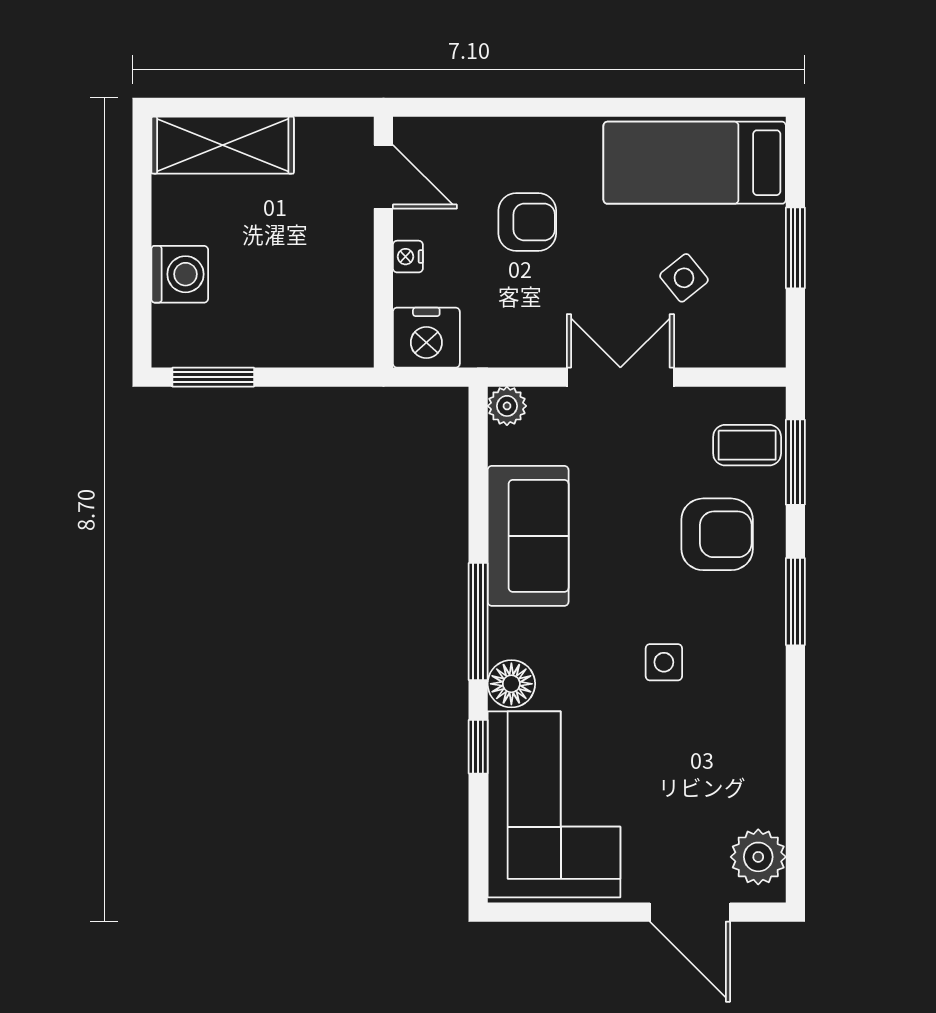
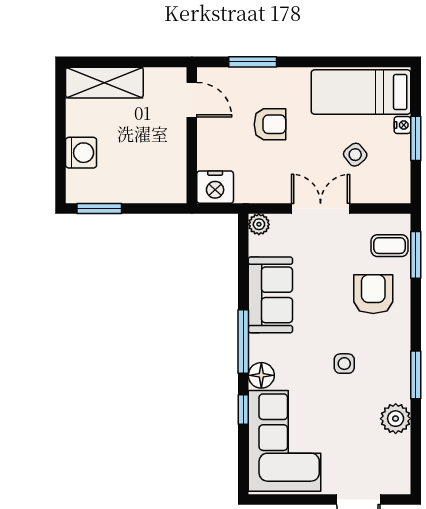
window: (495, 107) -> (253, 62), added
nightstand: (408, 257) -> (402, 125), moved, turned 180
armchair: (717, 534) -> (373, 294), turned -90
window: (795, 602) -> (416, 375), moved
plant: (758, 857) -> (396, 419), moved

